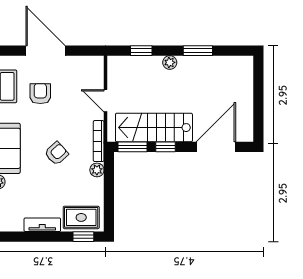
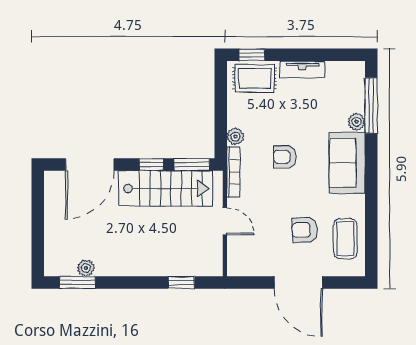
window: (198, 51) -> (77, 282), moved
plant: (170, 62) -> (86, 268), moved
armchair: (40, 94) -> (305, 230), turned 87
armchair: (56, 153) -> (285, 157), turned 42

